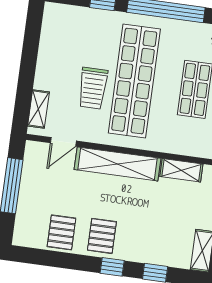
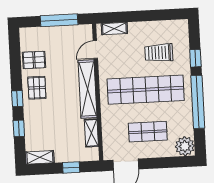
trolley: (93, 88) -> (159, 53), moved
door: (63, 142) -> (95, 50), hinge flipped
pallet: (102, 236) -> (37, 88), turned 90

